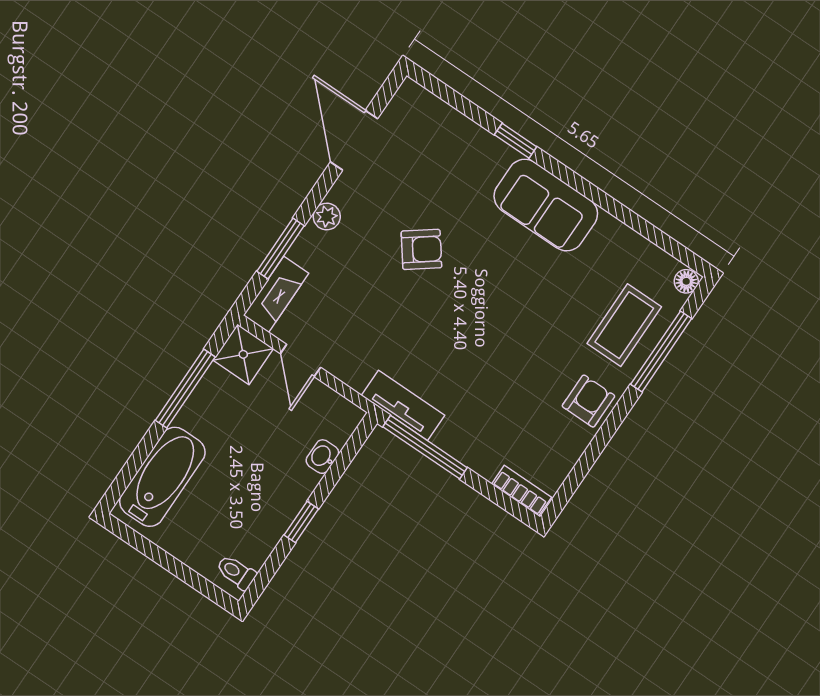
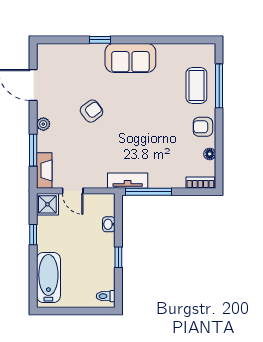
floor lamp: (686, 281) -> (210, 154), moved
window: (185, 389) -> (33, 235), width x0.46
armchair: (588, 401) -> (203, 127), turned -90

